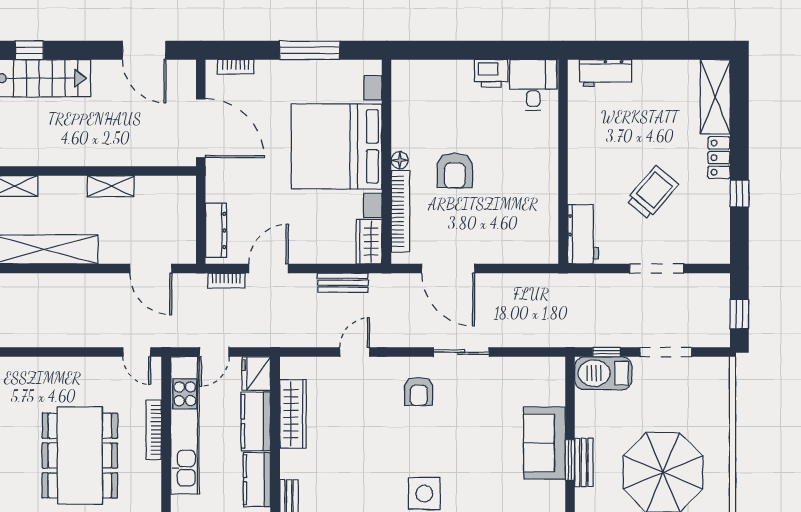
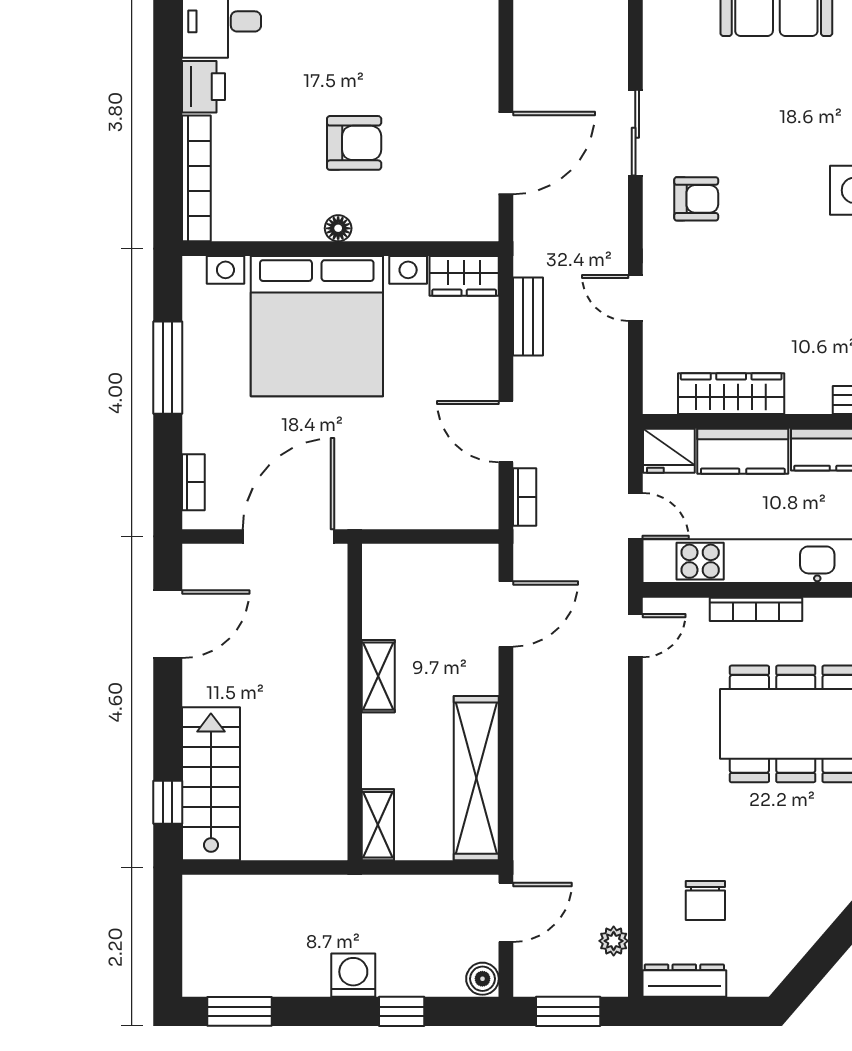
bookcase: (400, 211) -> (196, 178), moved, turned 90
dresser: (216, 230) -> (447, 513), removed

